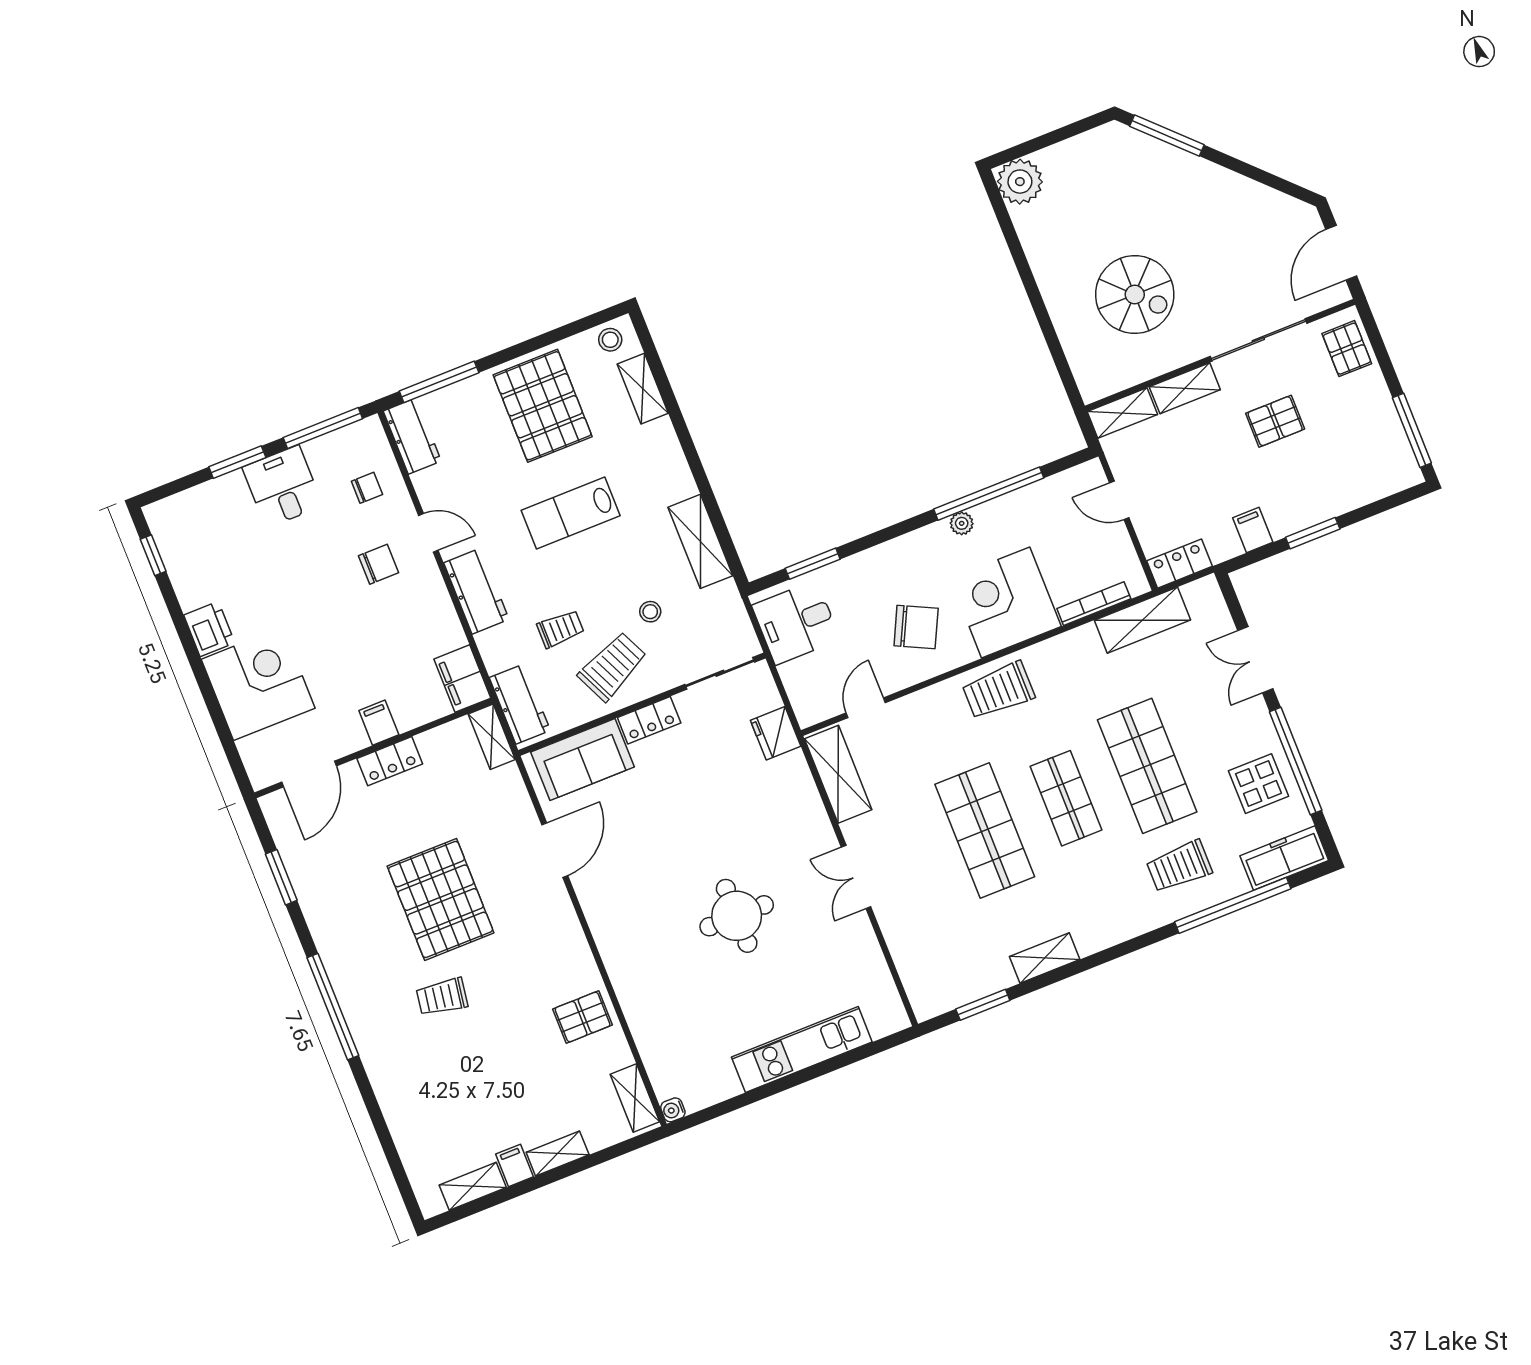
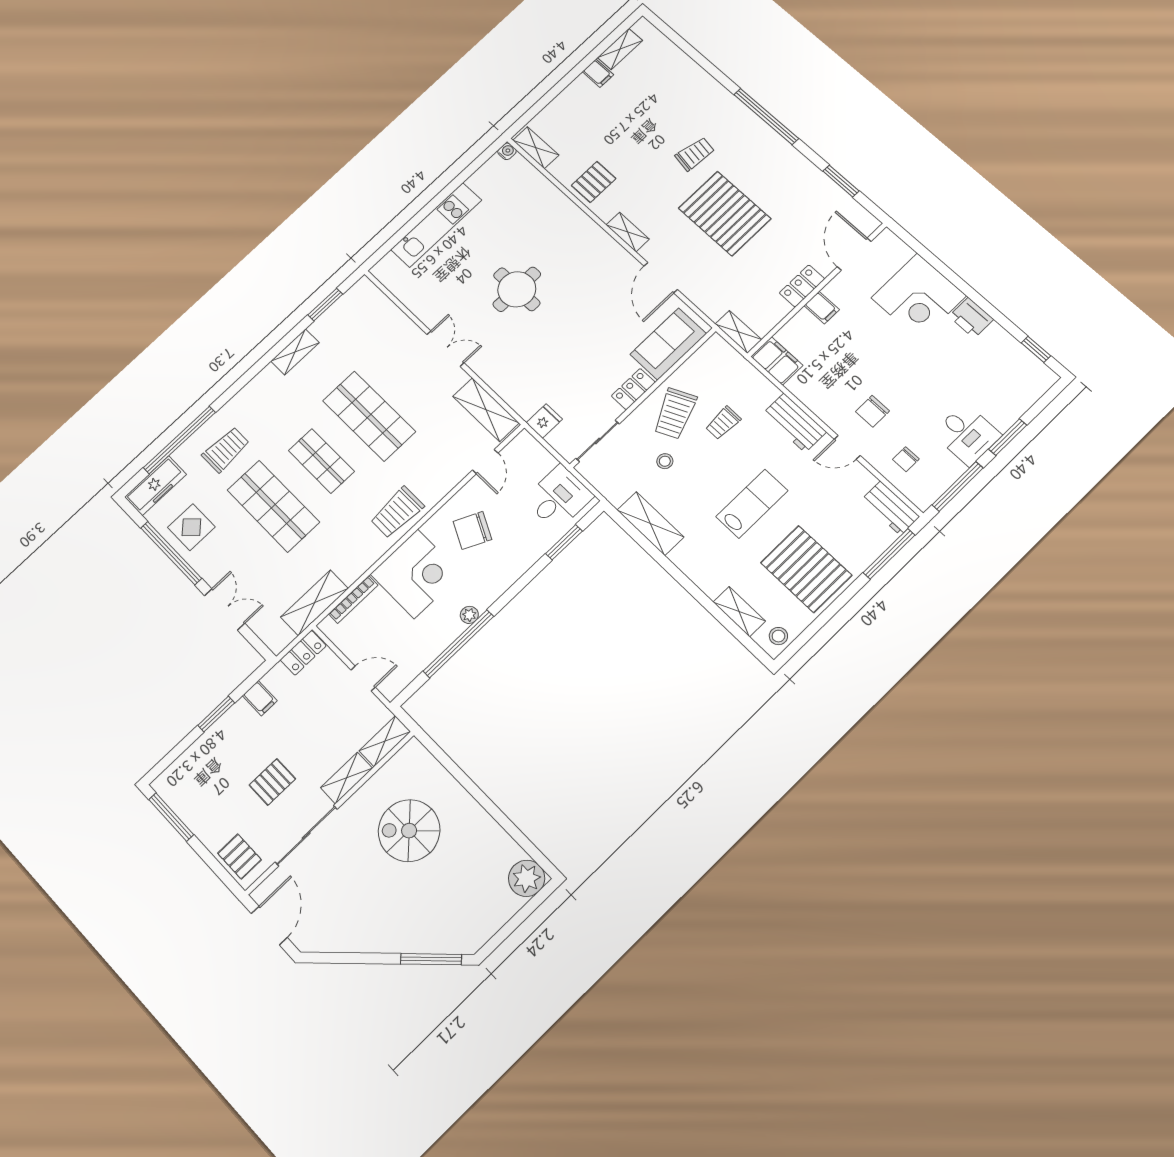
trolley: (998, 690) -> (397, 512), turned 180
workbench: (520, 704) -> (729, 361), removed
fridge: (776, 733) -> (544, 421), width x0.72
shelving: (558, 1153) -> (628, 232), moved, turned 90

